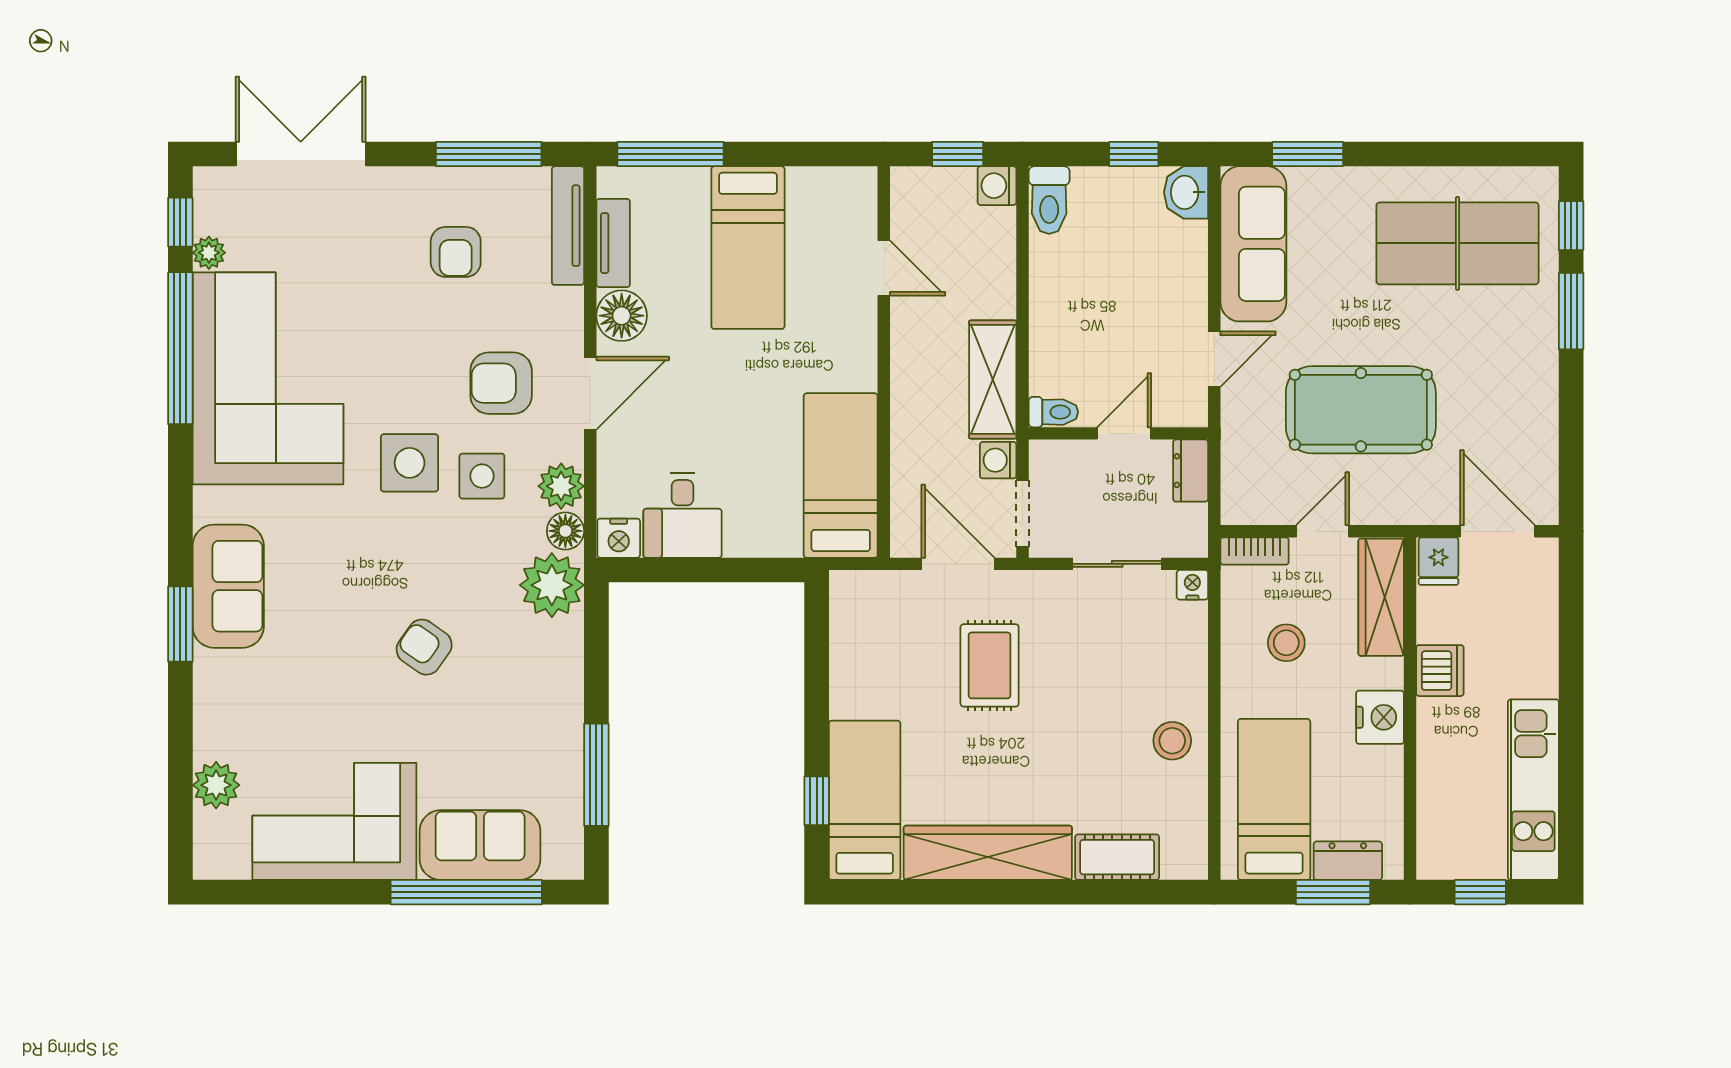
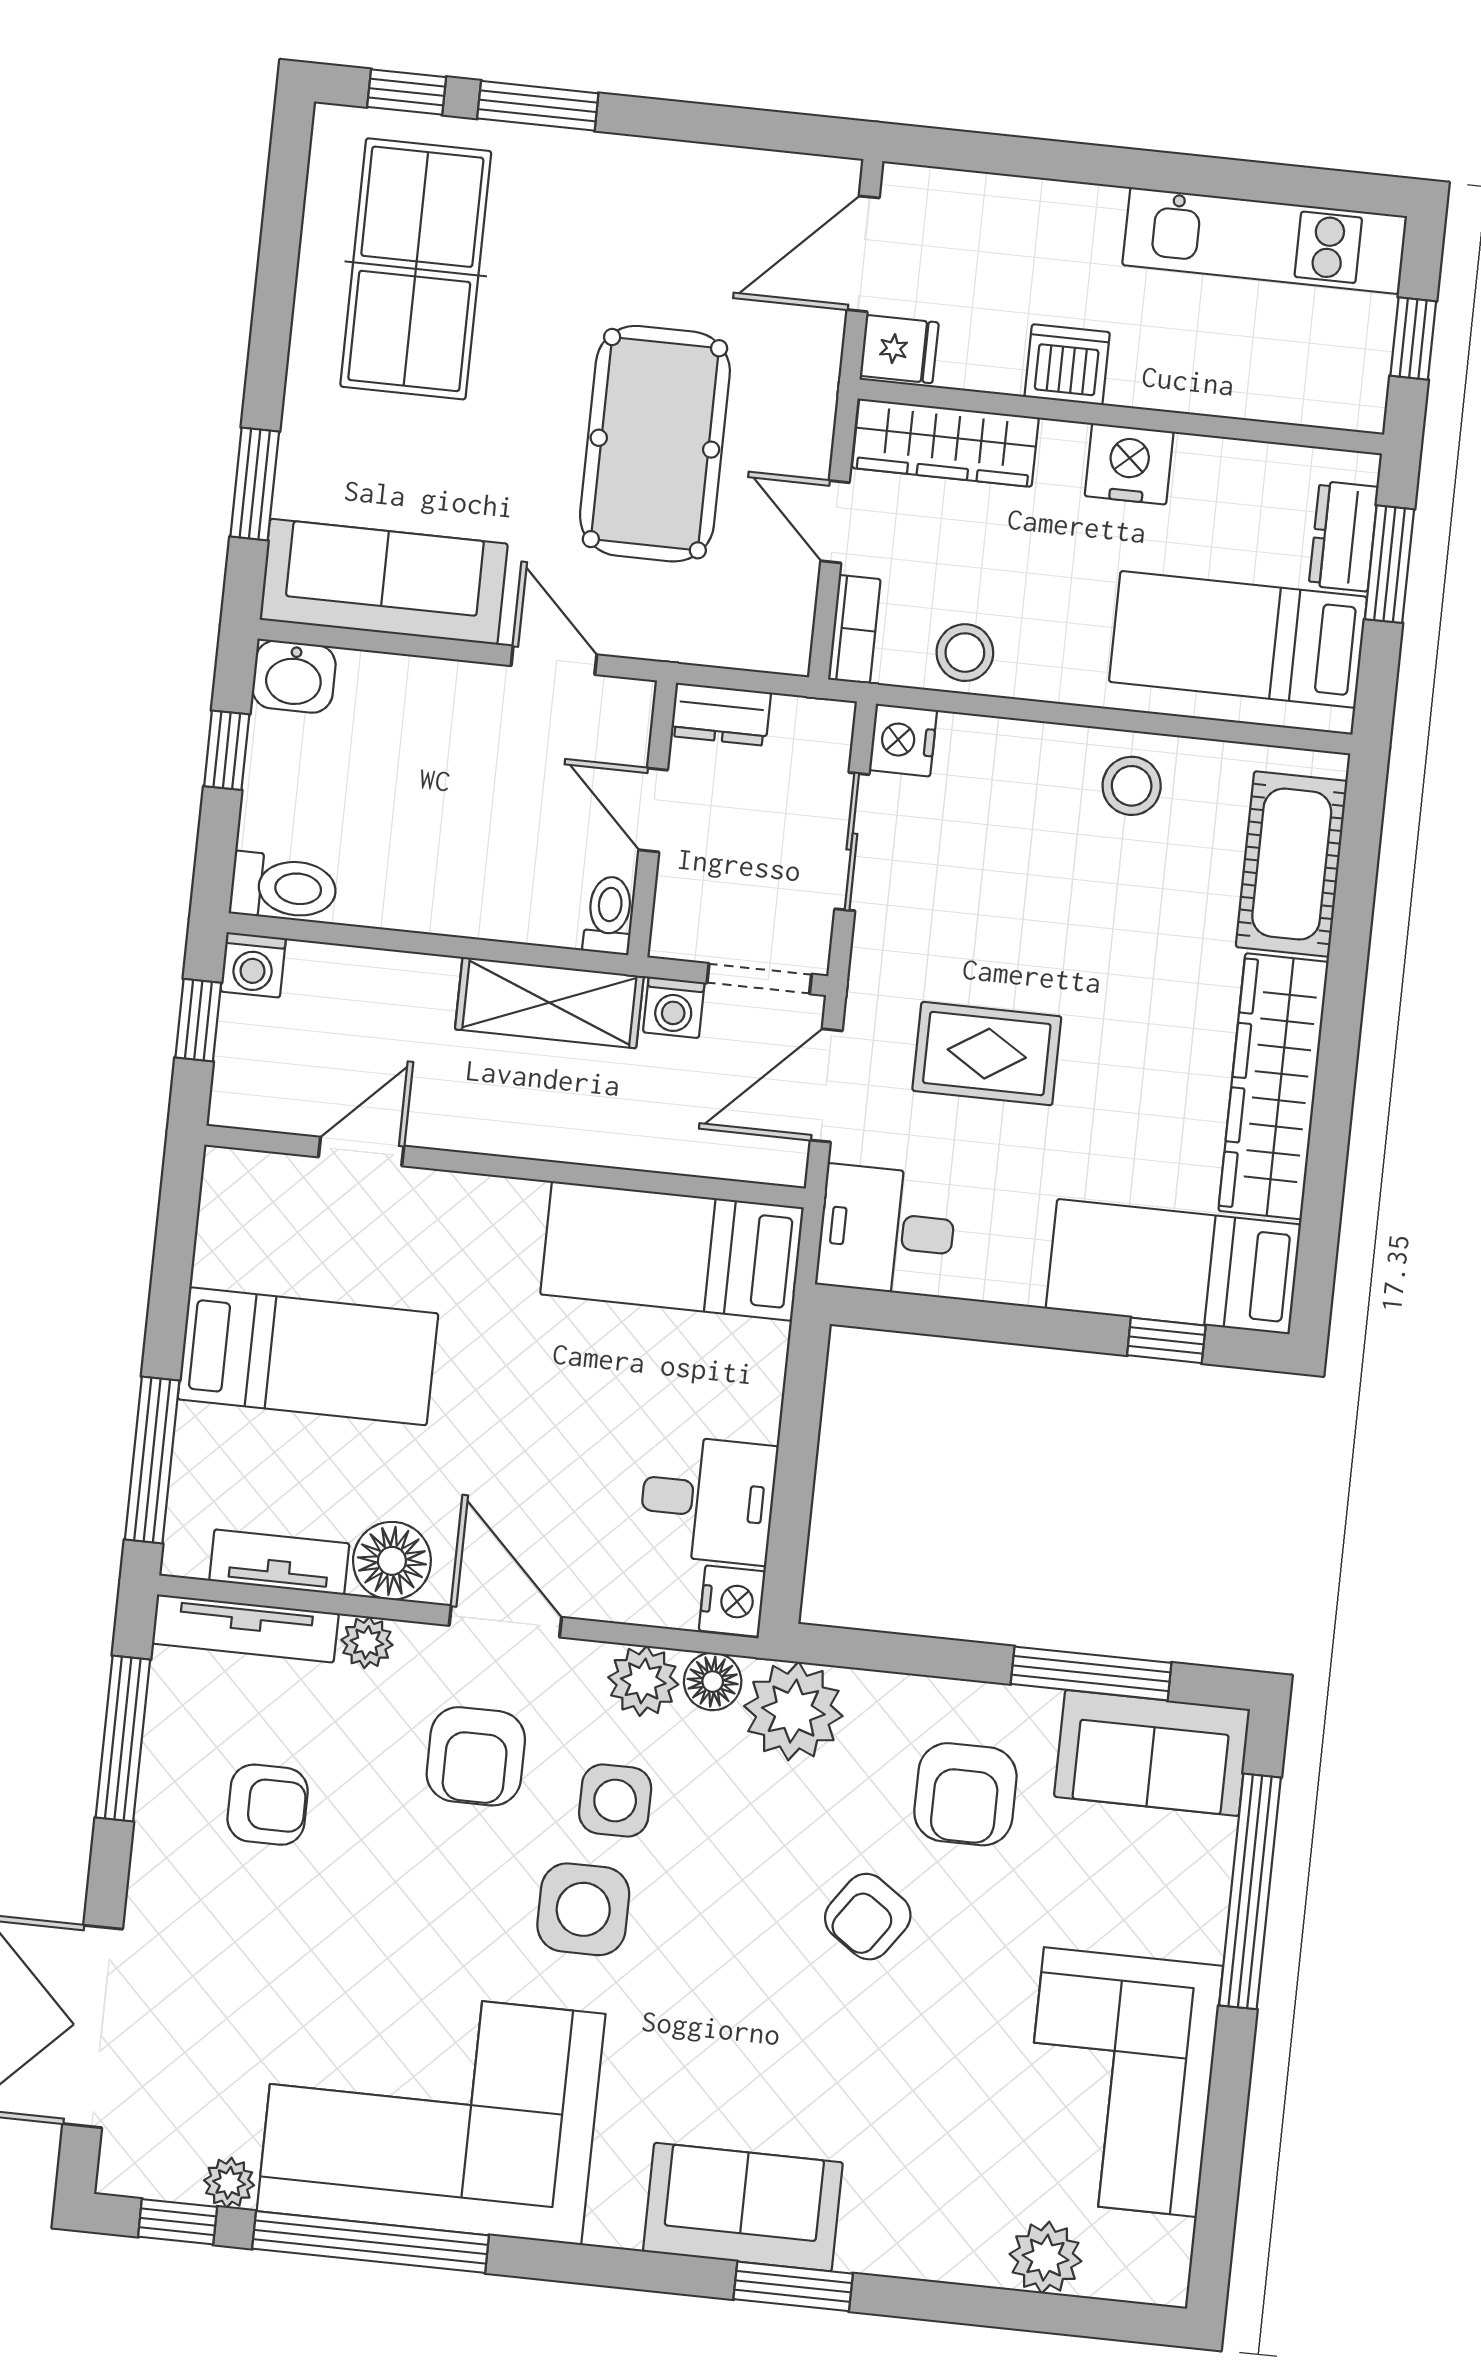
plant: (567, 305) -> (367, 1642), added
nightstand: (1192, 585) -> (903, 740), width x1.39, depth x1.35
desk: (868, 613) -> (887, 1231), added
stool: (1286, 643) -> (965, 653), moved
armchair: (510, 702) -> (965, 1794), added
sofa: (480, 845) -> (1152, 1753), moved, turned -90
cot: (1117, 857) -> (1292, 864), width x1.37, depth x1.34

